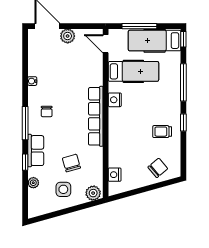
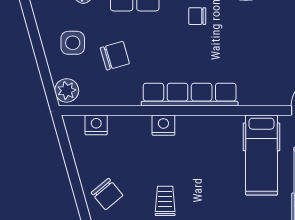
nightstand: (115, 100) -> (163, 125), moved

